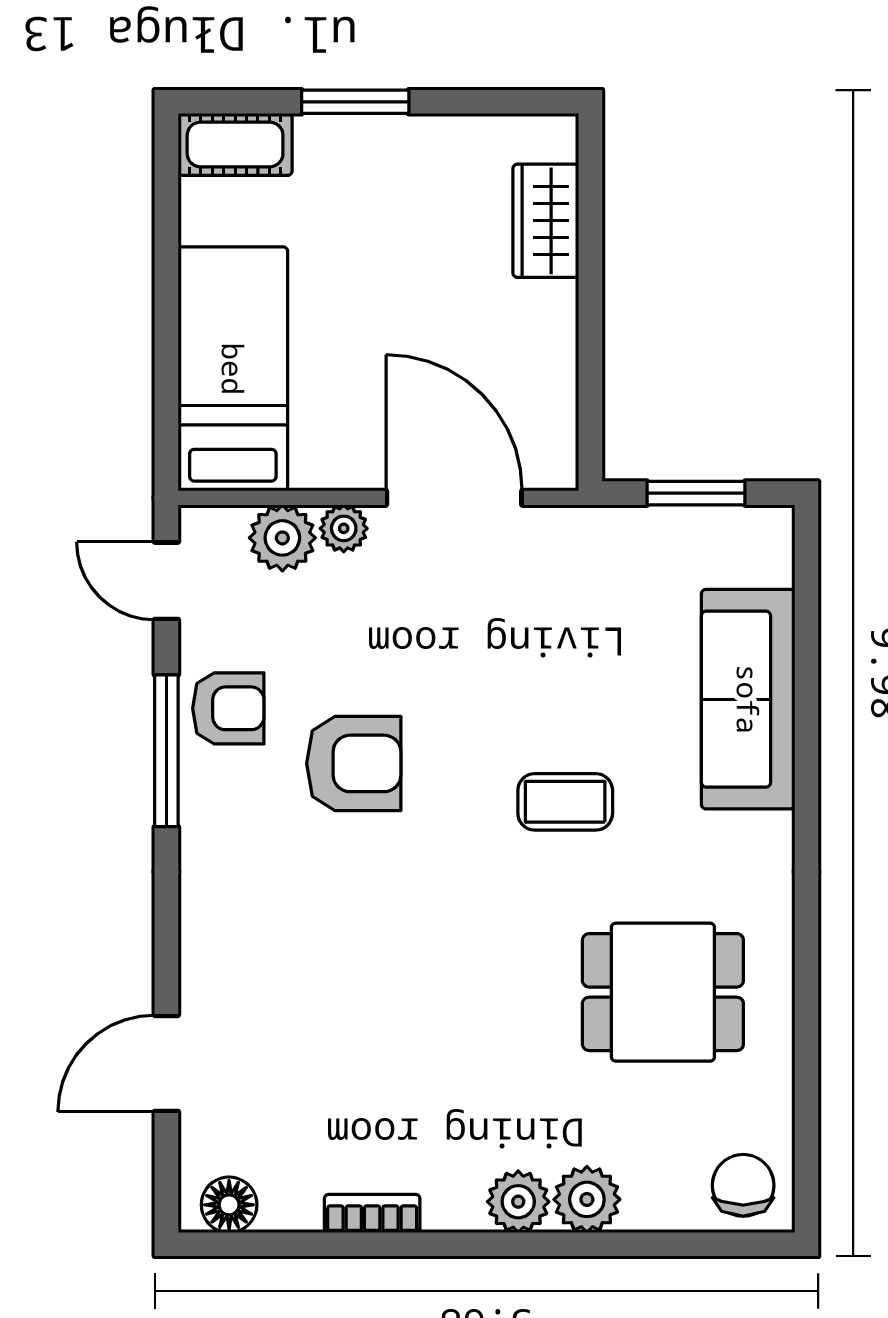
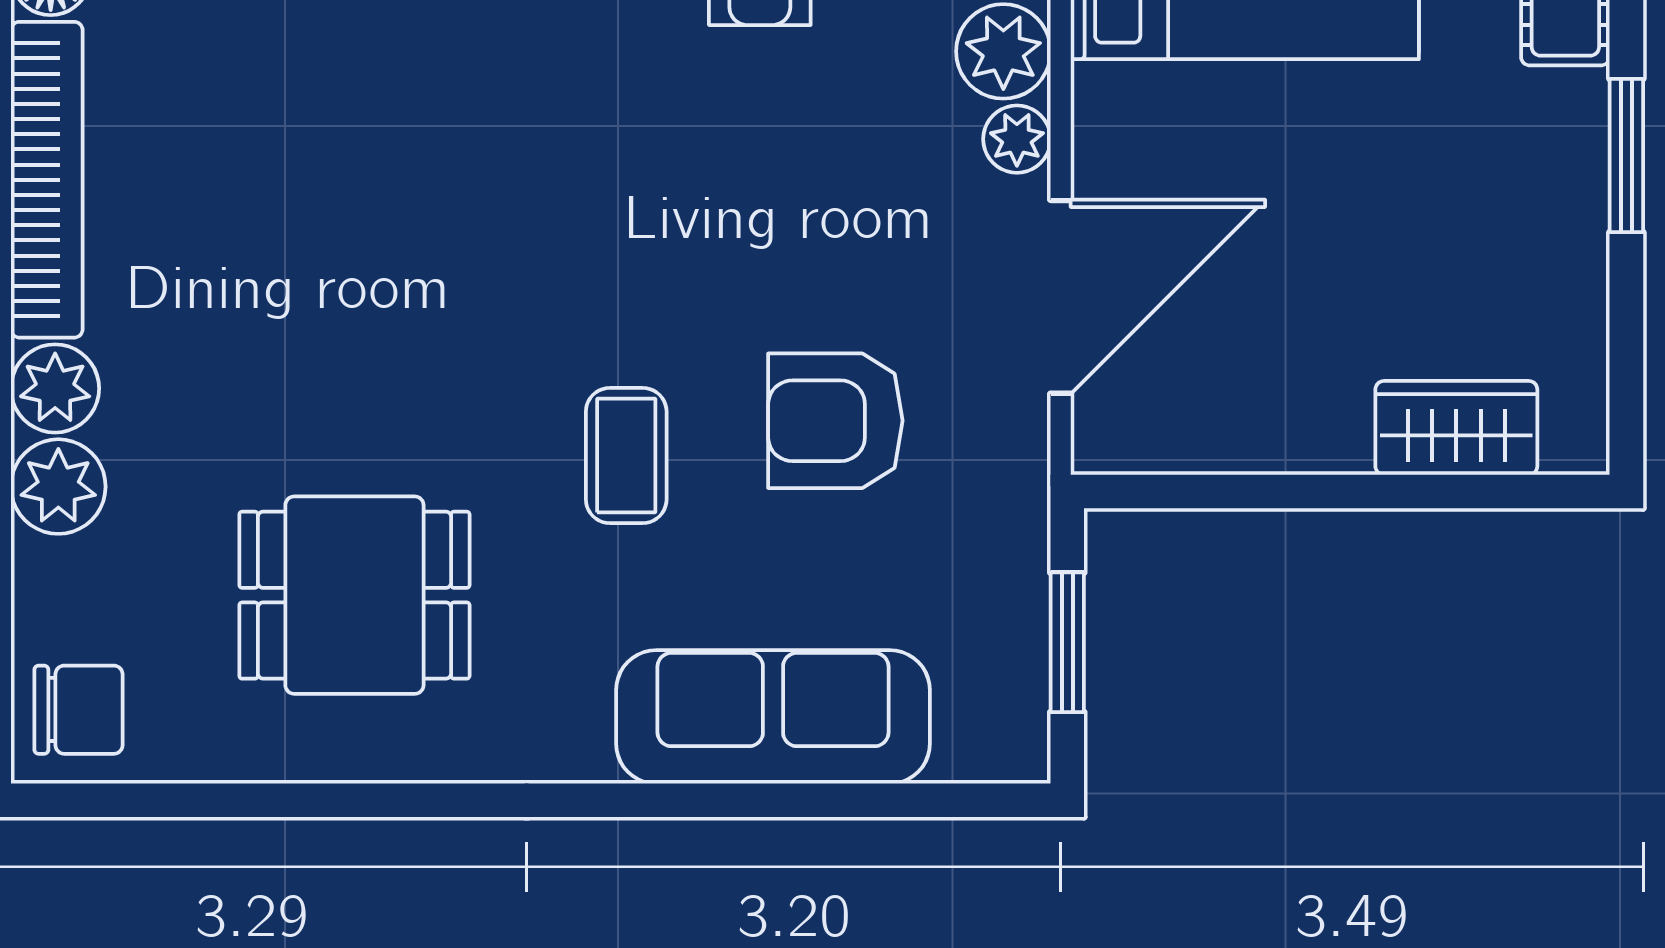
armchair: (354, 763) -> (835, 421), moved, turned 90
dining table: (663, 992) -> (354, 595), turned 90
bookcase: (372, 1213) -> (47, 180), width x2.31, depth x1.31

